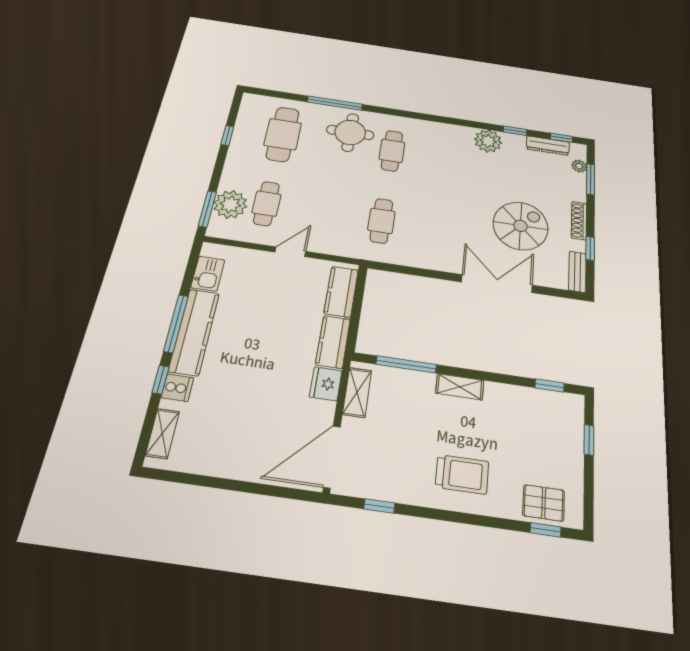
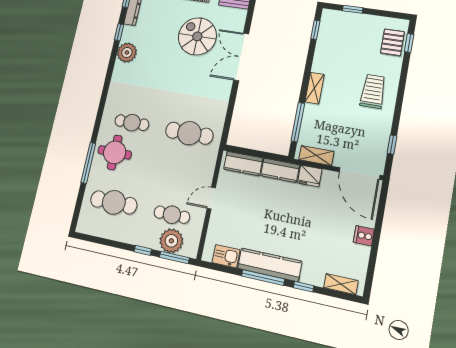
window: (227, 136) -> (143, 250), moved
cafe table: (381, 221) -> (189, 133), width x1.37, depth x1.35
door: (290, 252) -> (211, 198), hinge flipped
cooker: (177, 388) -> (364, 236), moved, turned -90

